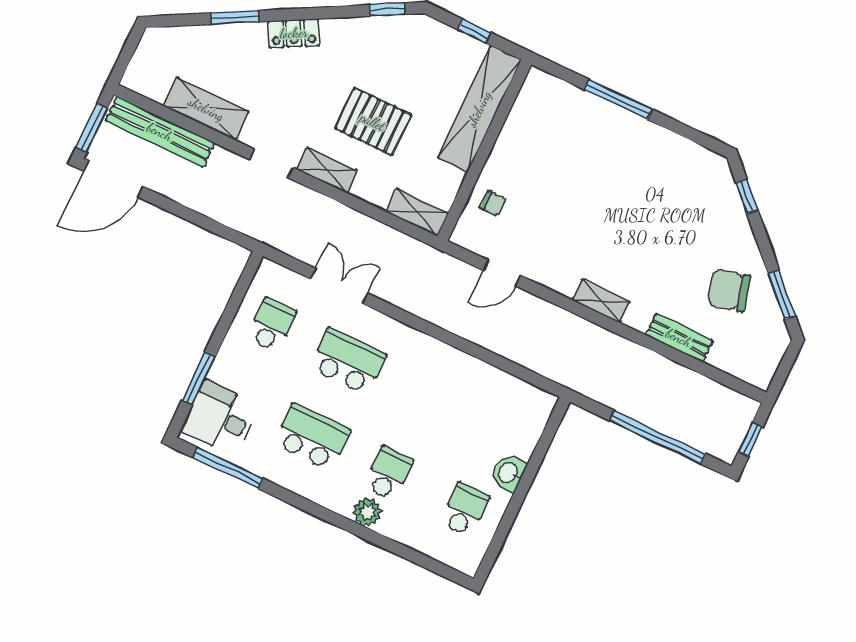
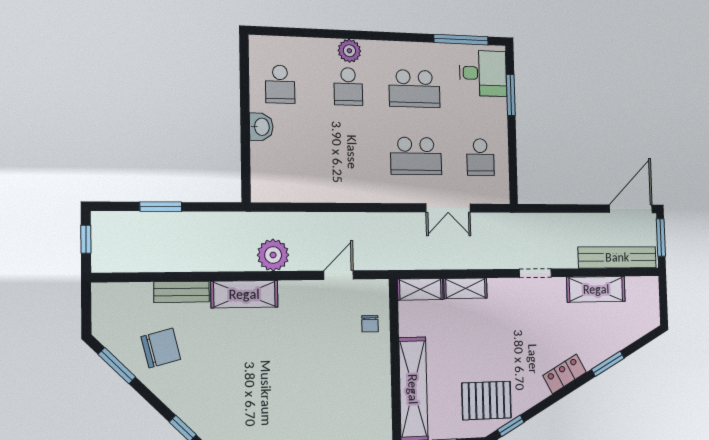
pallet: (373, 122) -> (487, 401), moved
shelving: (327, 170) -> (466, 288), moved
chair: (493, 203) -> (370, 324), turned -90
shelving: (601, 301) -> (244, 294), width x1.50, depth x1.33
plant: (563, 329) -> (273, 255), added
window: (658, 437) -> (161, 207), width x0.47

